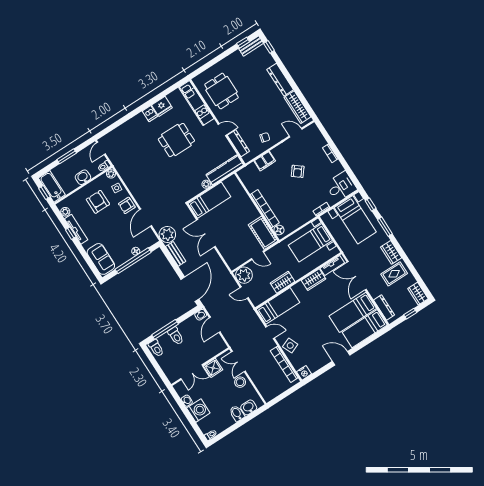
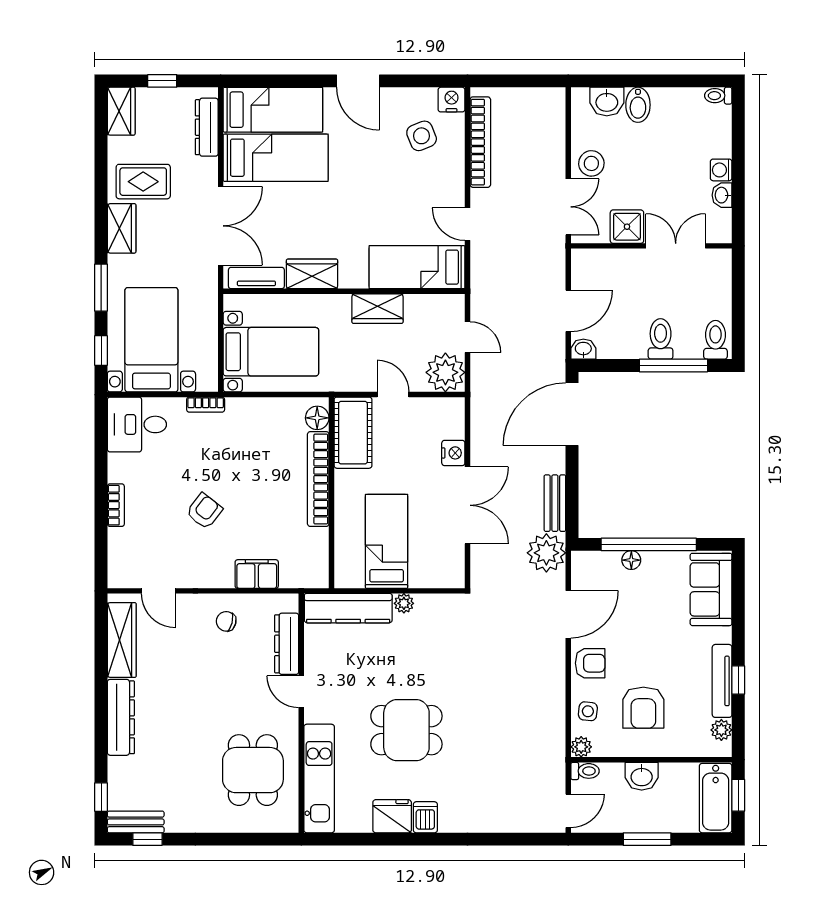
bed: (209, 200) -> (387, 541), moved, turned 90
nightstand: (223, 249) -> (453, 453), added
side table: (290, 346) -> (422, 136), moved
washing machine: (198, 411) -> (721, 170), width x0.53, depth x0.53

